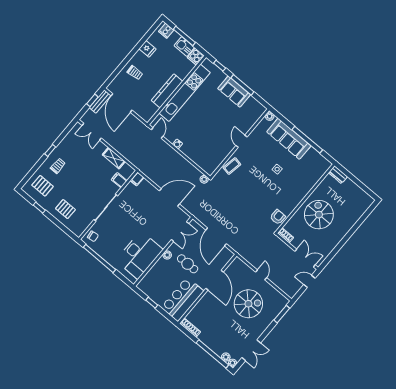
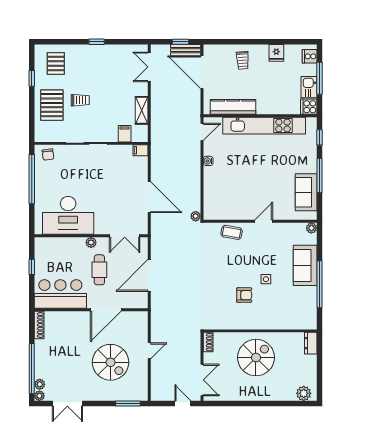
kitchen counter: (167, 91) -> (233, 107), moved
sofa: (234, 92) -> (306, 192), moved
door: (122, 103) -> (202, 72), hinge flipped
sofa: (289, 139) -> (305, 265), width x0.73
trolley: (58, 166) -> (80, 100), moved
plant: (364, 204) -> (304, 393), added
pallet: (65, 209) -> (52, 105), width x1.50, depth x1.42
armchair: (278, 217) -> (244, 295), moved

